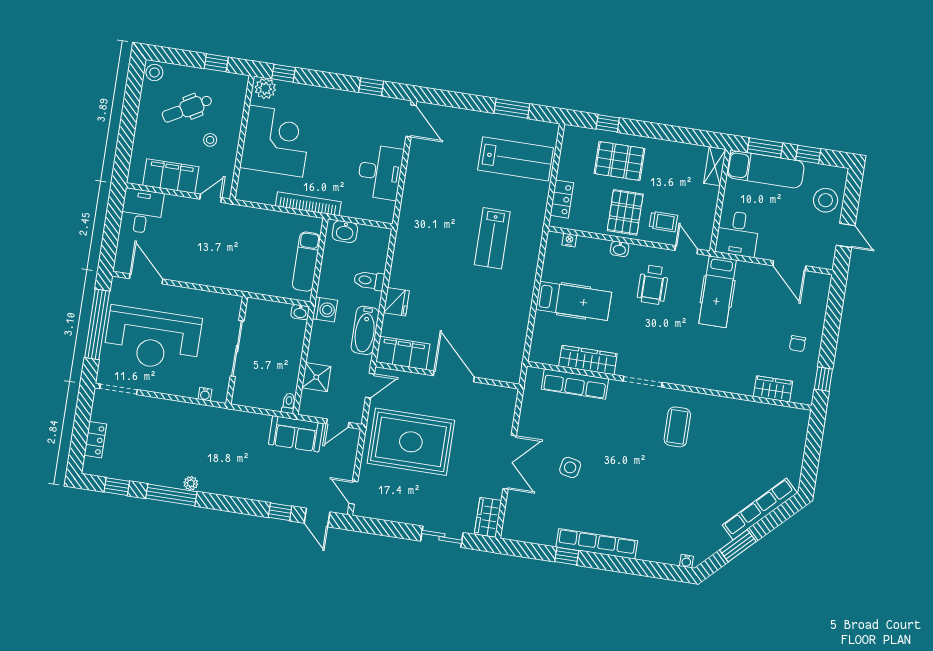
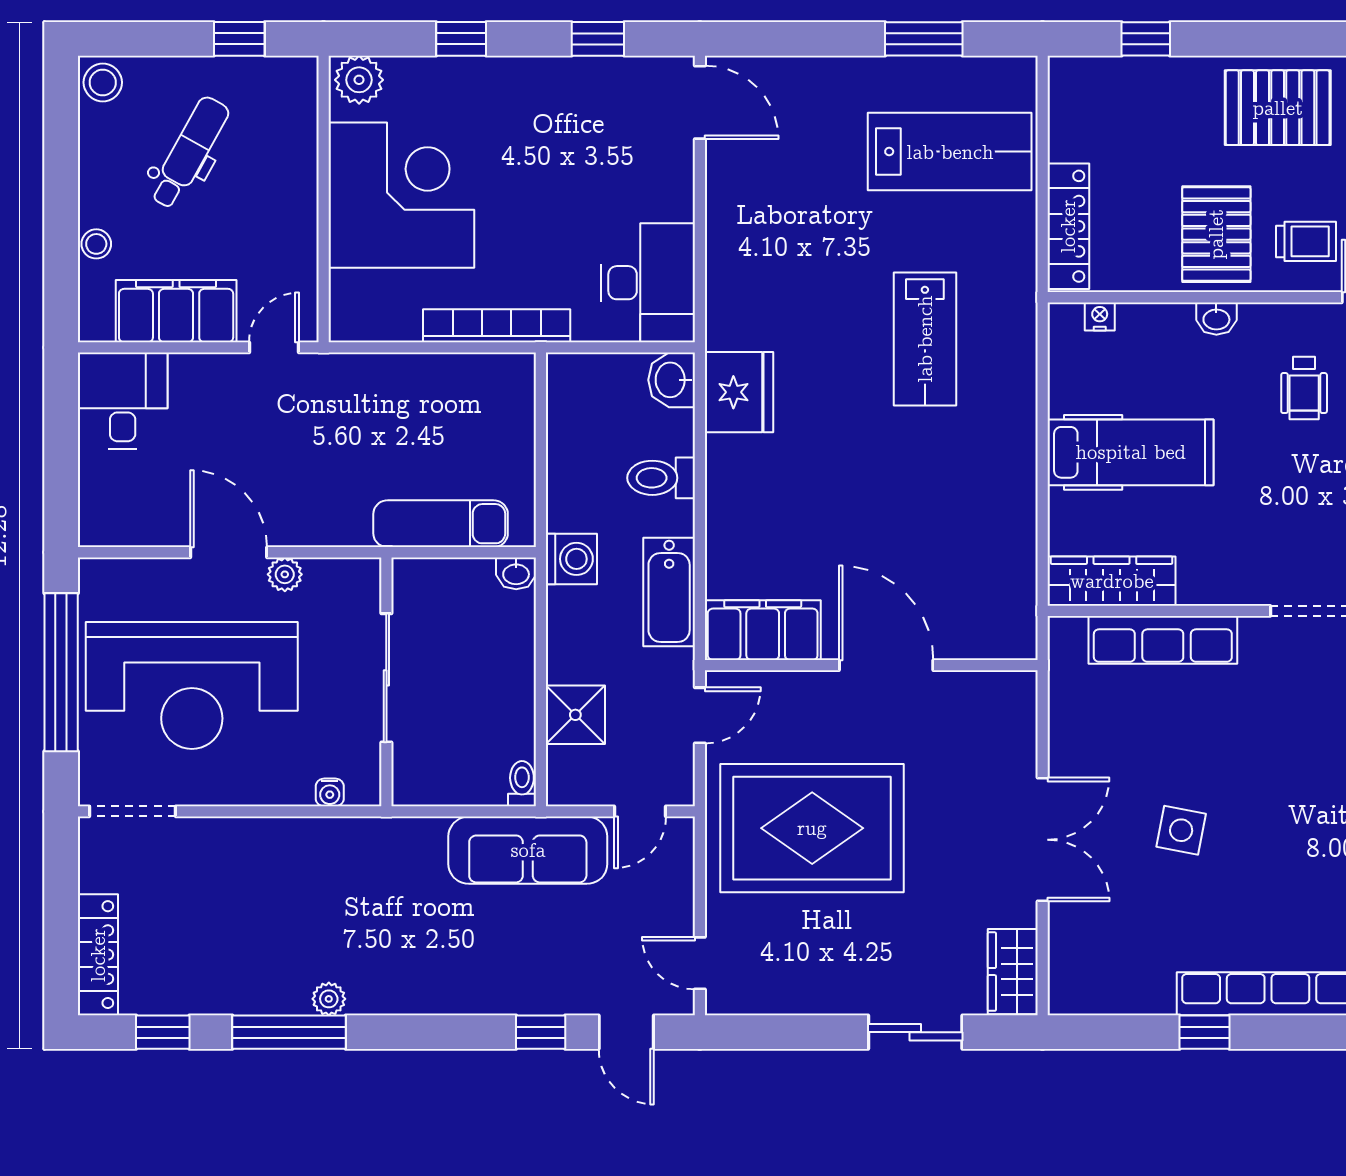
window: (284, 73) -> (461, 39), moved
dental chair: (187, 109) -> (189, 153), turned 149
stool: (210, 140) -> (96, 244), moved
pallet: (620, 161) -> (1278, 108), moved
desk: (380, 172) -> (648, 283), moved
locker: (562, 199) -> (1068, 226), width x1.53
washbasin: (345, 232) -> (672, 380), moved, turned 90
exam couch: (306, 262) -> (441, 524), moved, turned 90
door: (146, 279) -> (229, 552), moved
wheelchair: (653, 285) -> (1304, 388), width x0.73, depth x0.73
plant: (200, 297) -> (285, 574), added
fridge: (396, 302) -> (739, 392), moved, width x1.36, depth x1.34
wardrobe: (588, 360) -> (1112, 581), moved
sofa: (296, 434) -> (528, 850), width x1.36
locker: (95, 440) -> (98, 955), width x1.53

